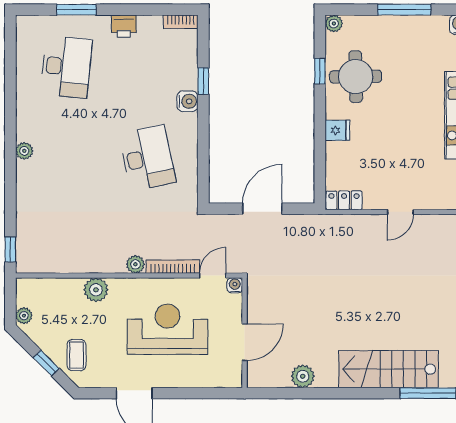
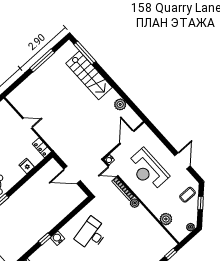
fridge: (337, 130) -> (27, 166), moved
plant: (96, 290) -> (166, 219), moved
door: (245, 342) -> (127, 137), hinge flipped

